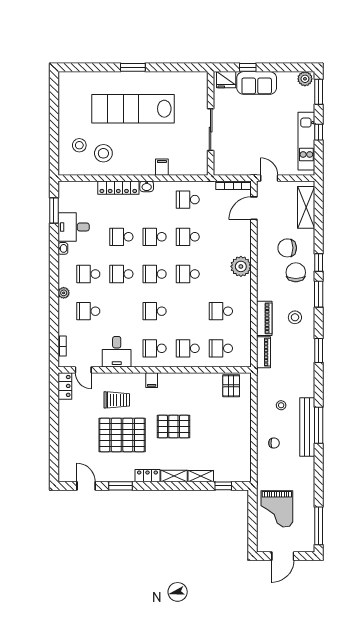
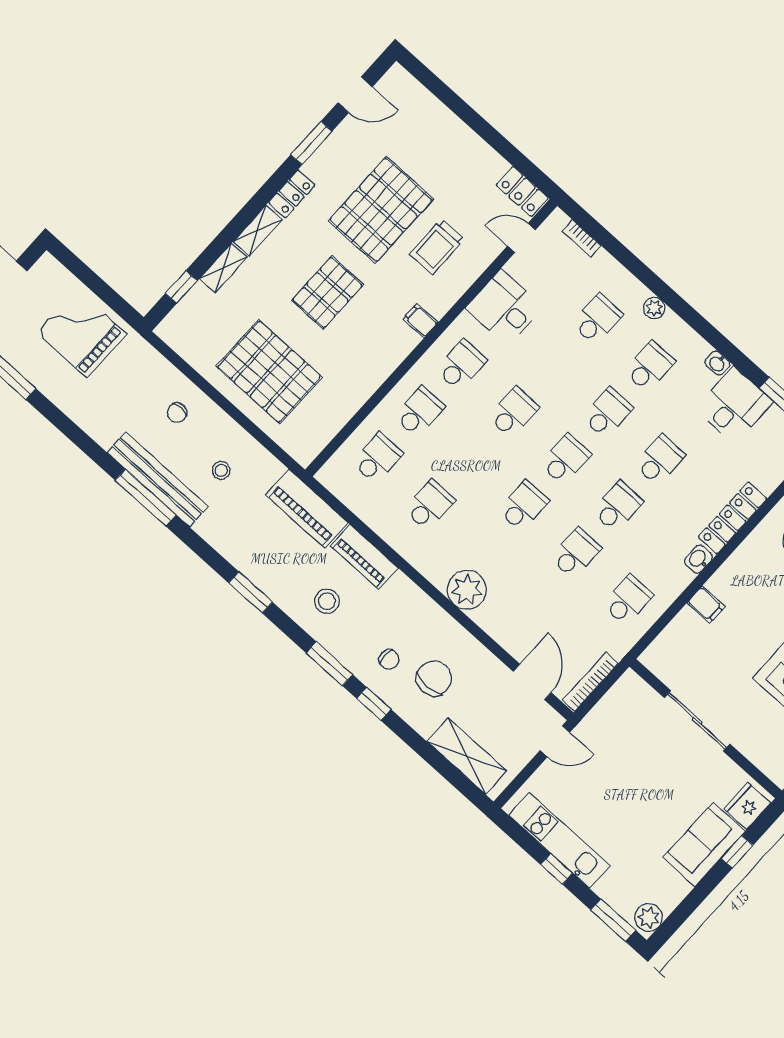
chair: (296, 272) -> (389, 659), width x0.54, depth x0.54
piano: (263, 352) -> (307, 509), width x1.37, depth x1.33
pallet: (231, 386) -> (269, 372), moved, width x2.05, depth x2.00

